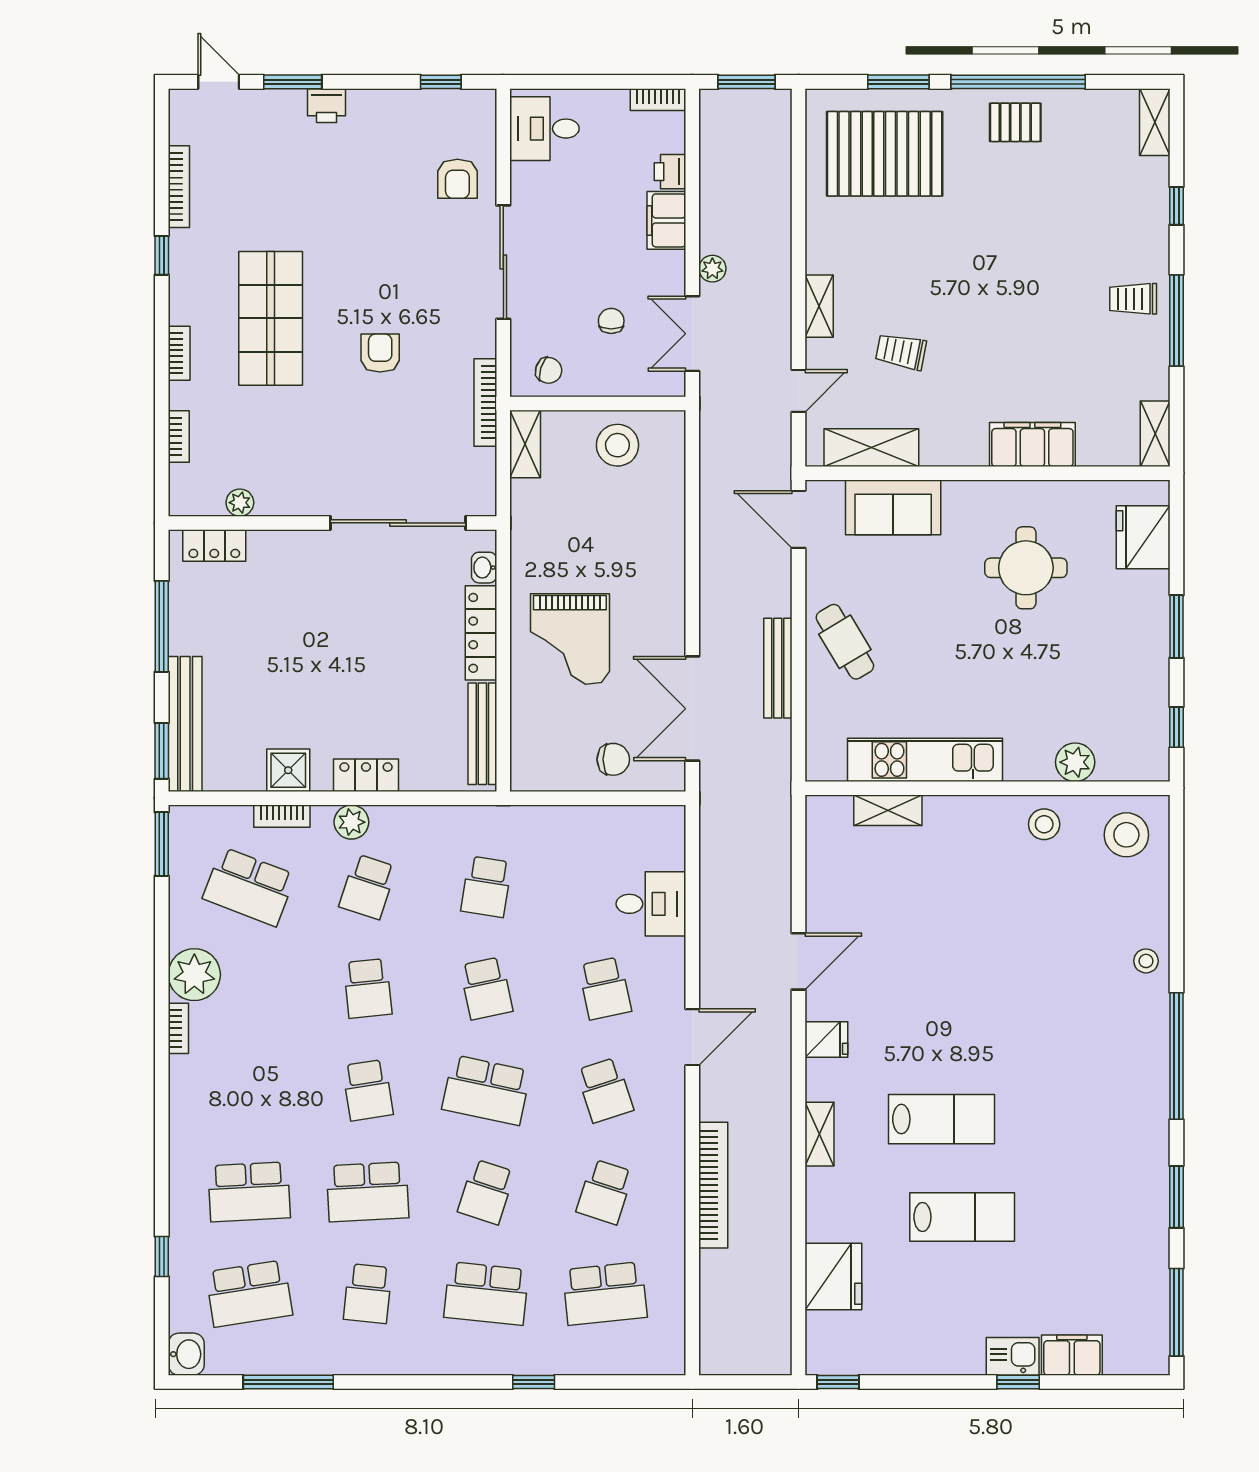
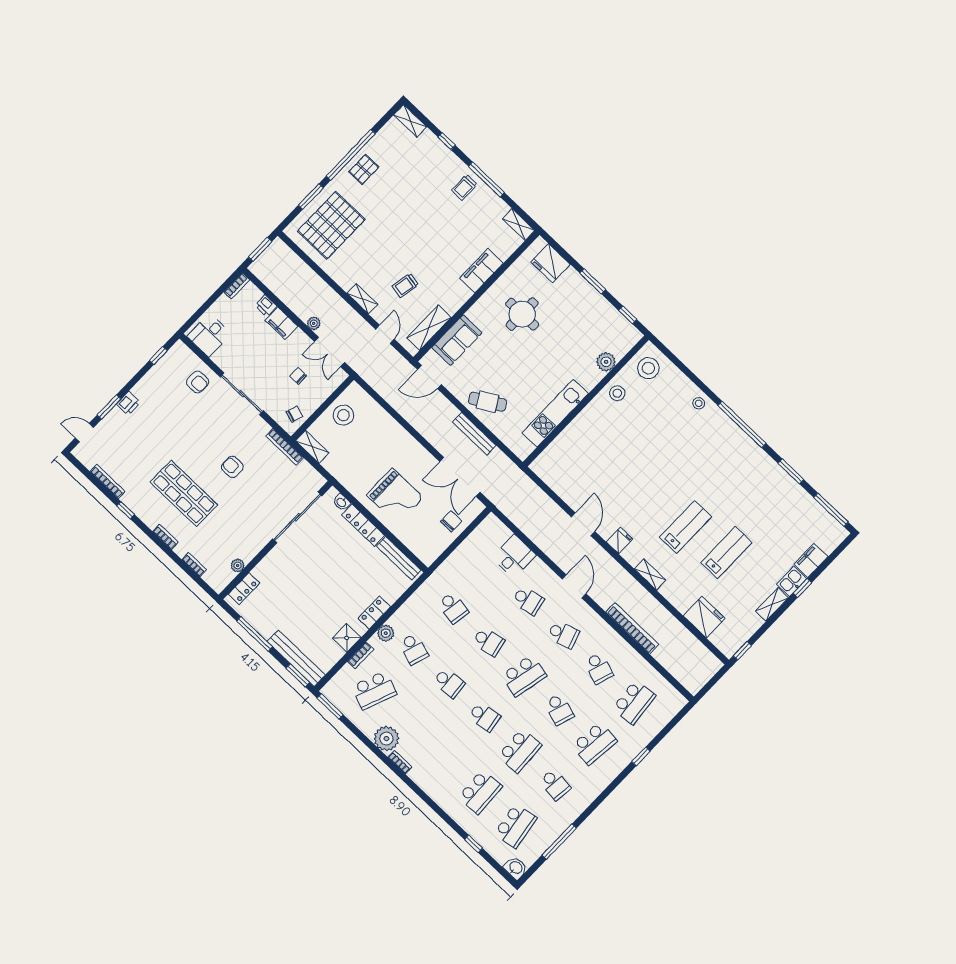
shelving: (888, 810) -> (772, 604), moved

